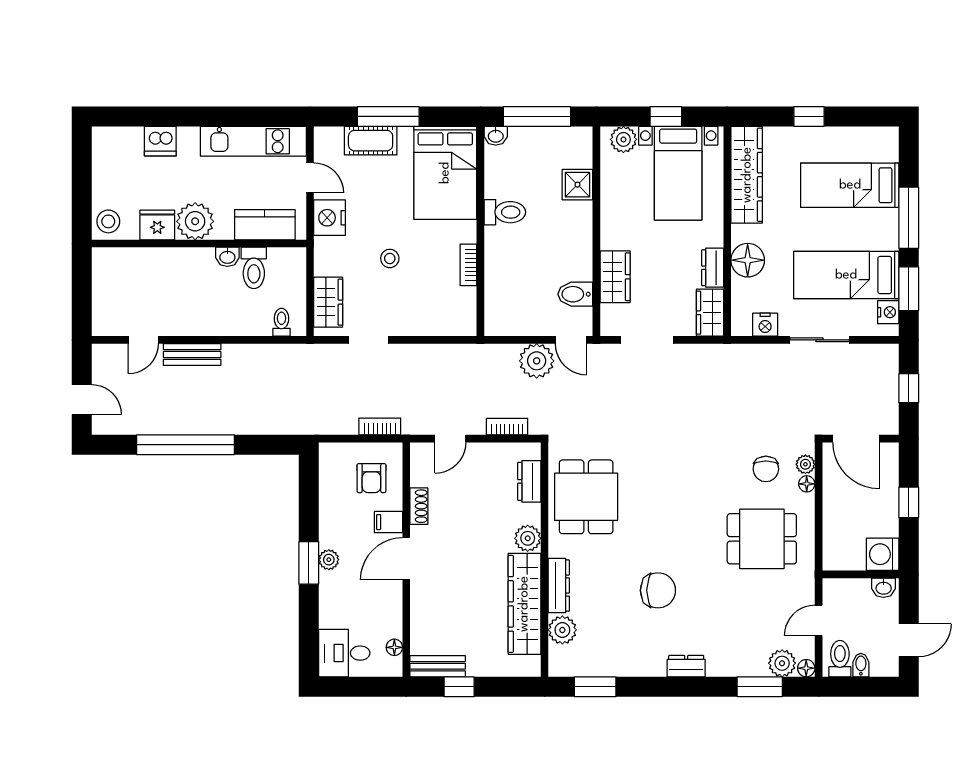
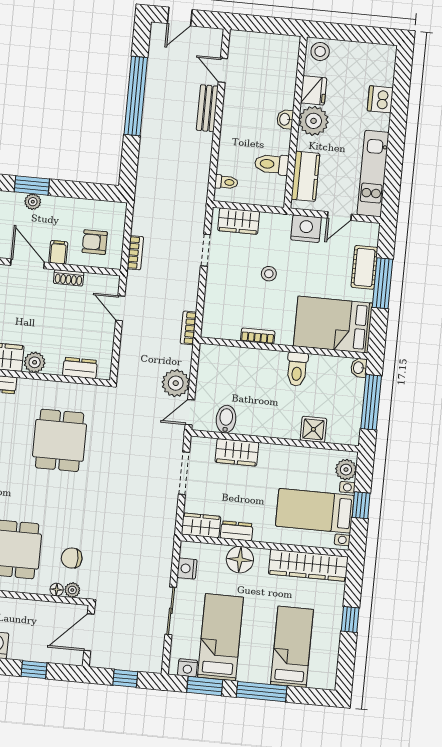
washbasin: (227, 257) -> (285, 119), moved
bookcase: (507, 427) -> (188, 328), moved, turned 180
dining table: (586, 497) -> (60, 440), moved, turned 90

